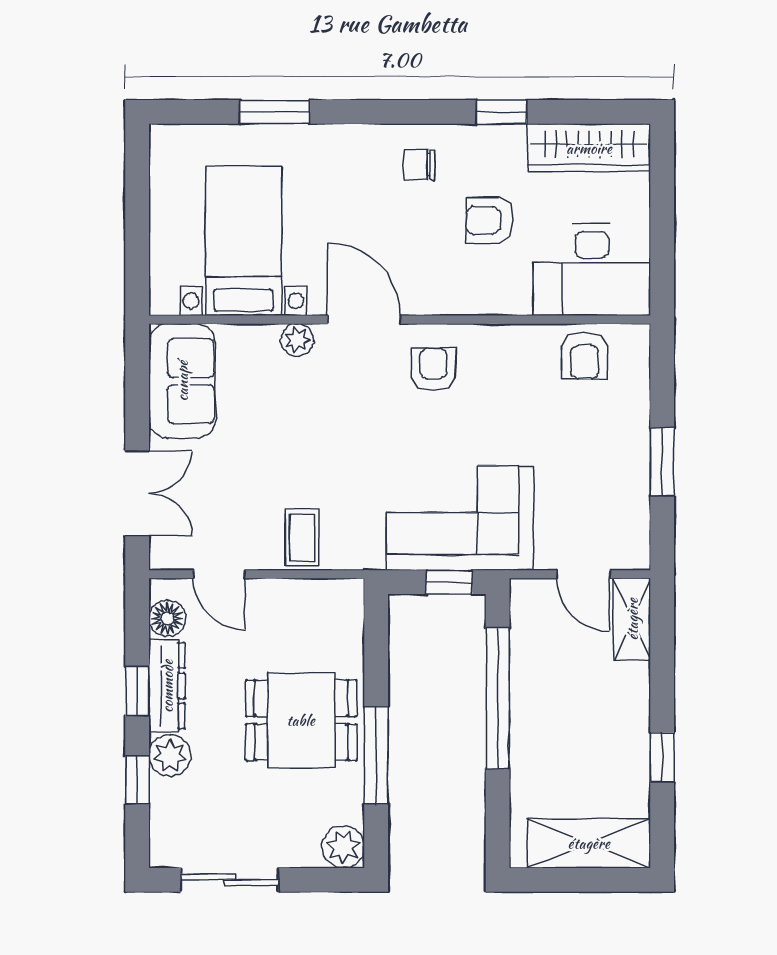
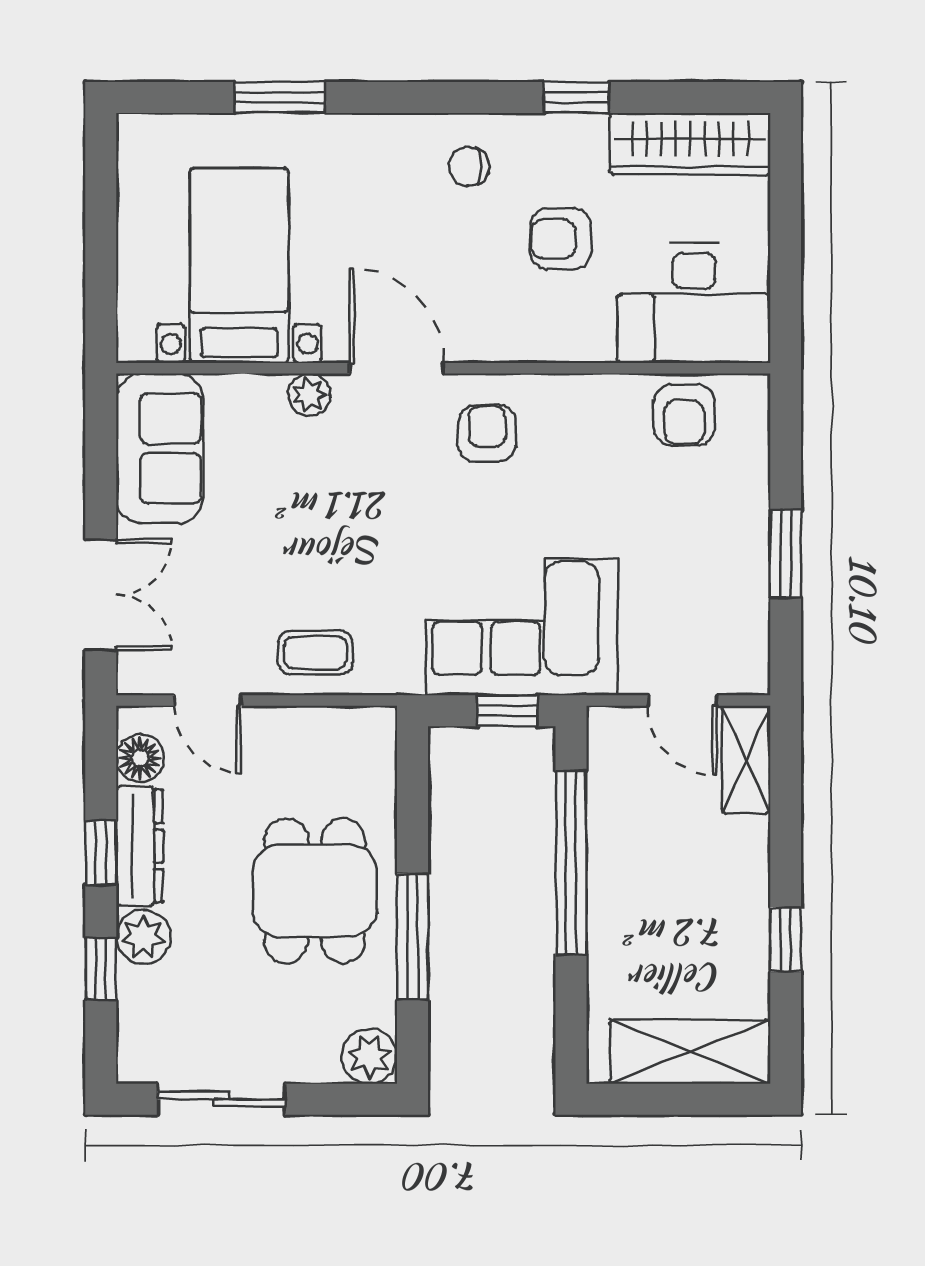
coffee table: (302, 537) -> (316, 653), turned 90
dining table: (301, 720) -> (315, 891), turned 90

